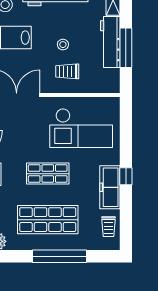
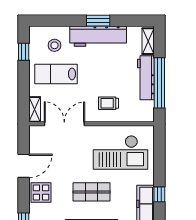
stool: (63, 45) -> (105, 80), removed
window: (126, 48) -> (159, 83), width x1.46

